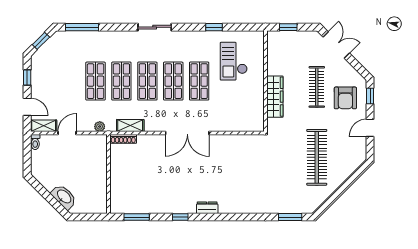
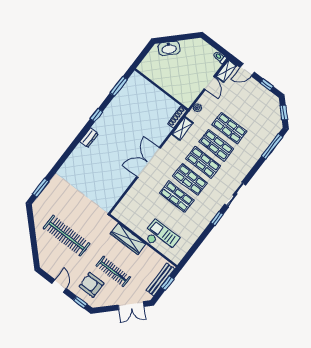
window: (214, 27) -> (217, 218), moved
bench: (290, 36) -> (160, 280), added
checkout: (234, 61) -> (161, 237), moved

